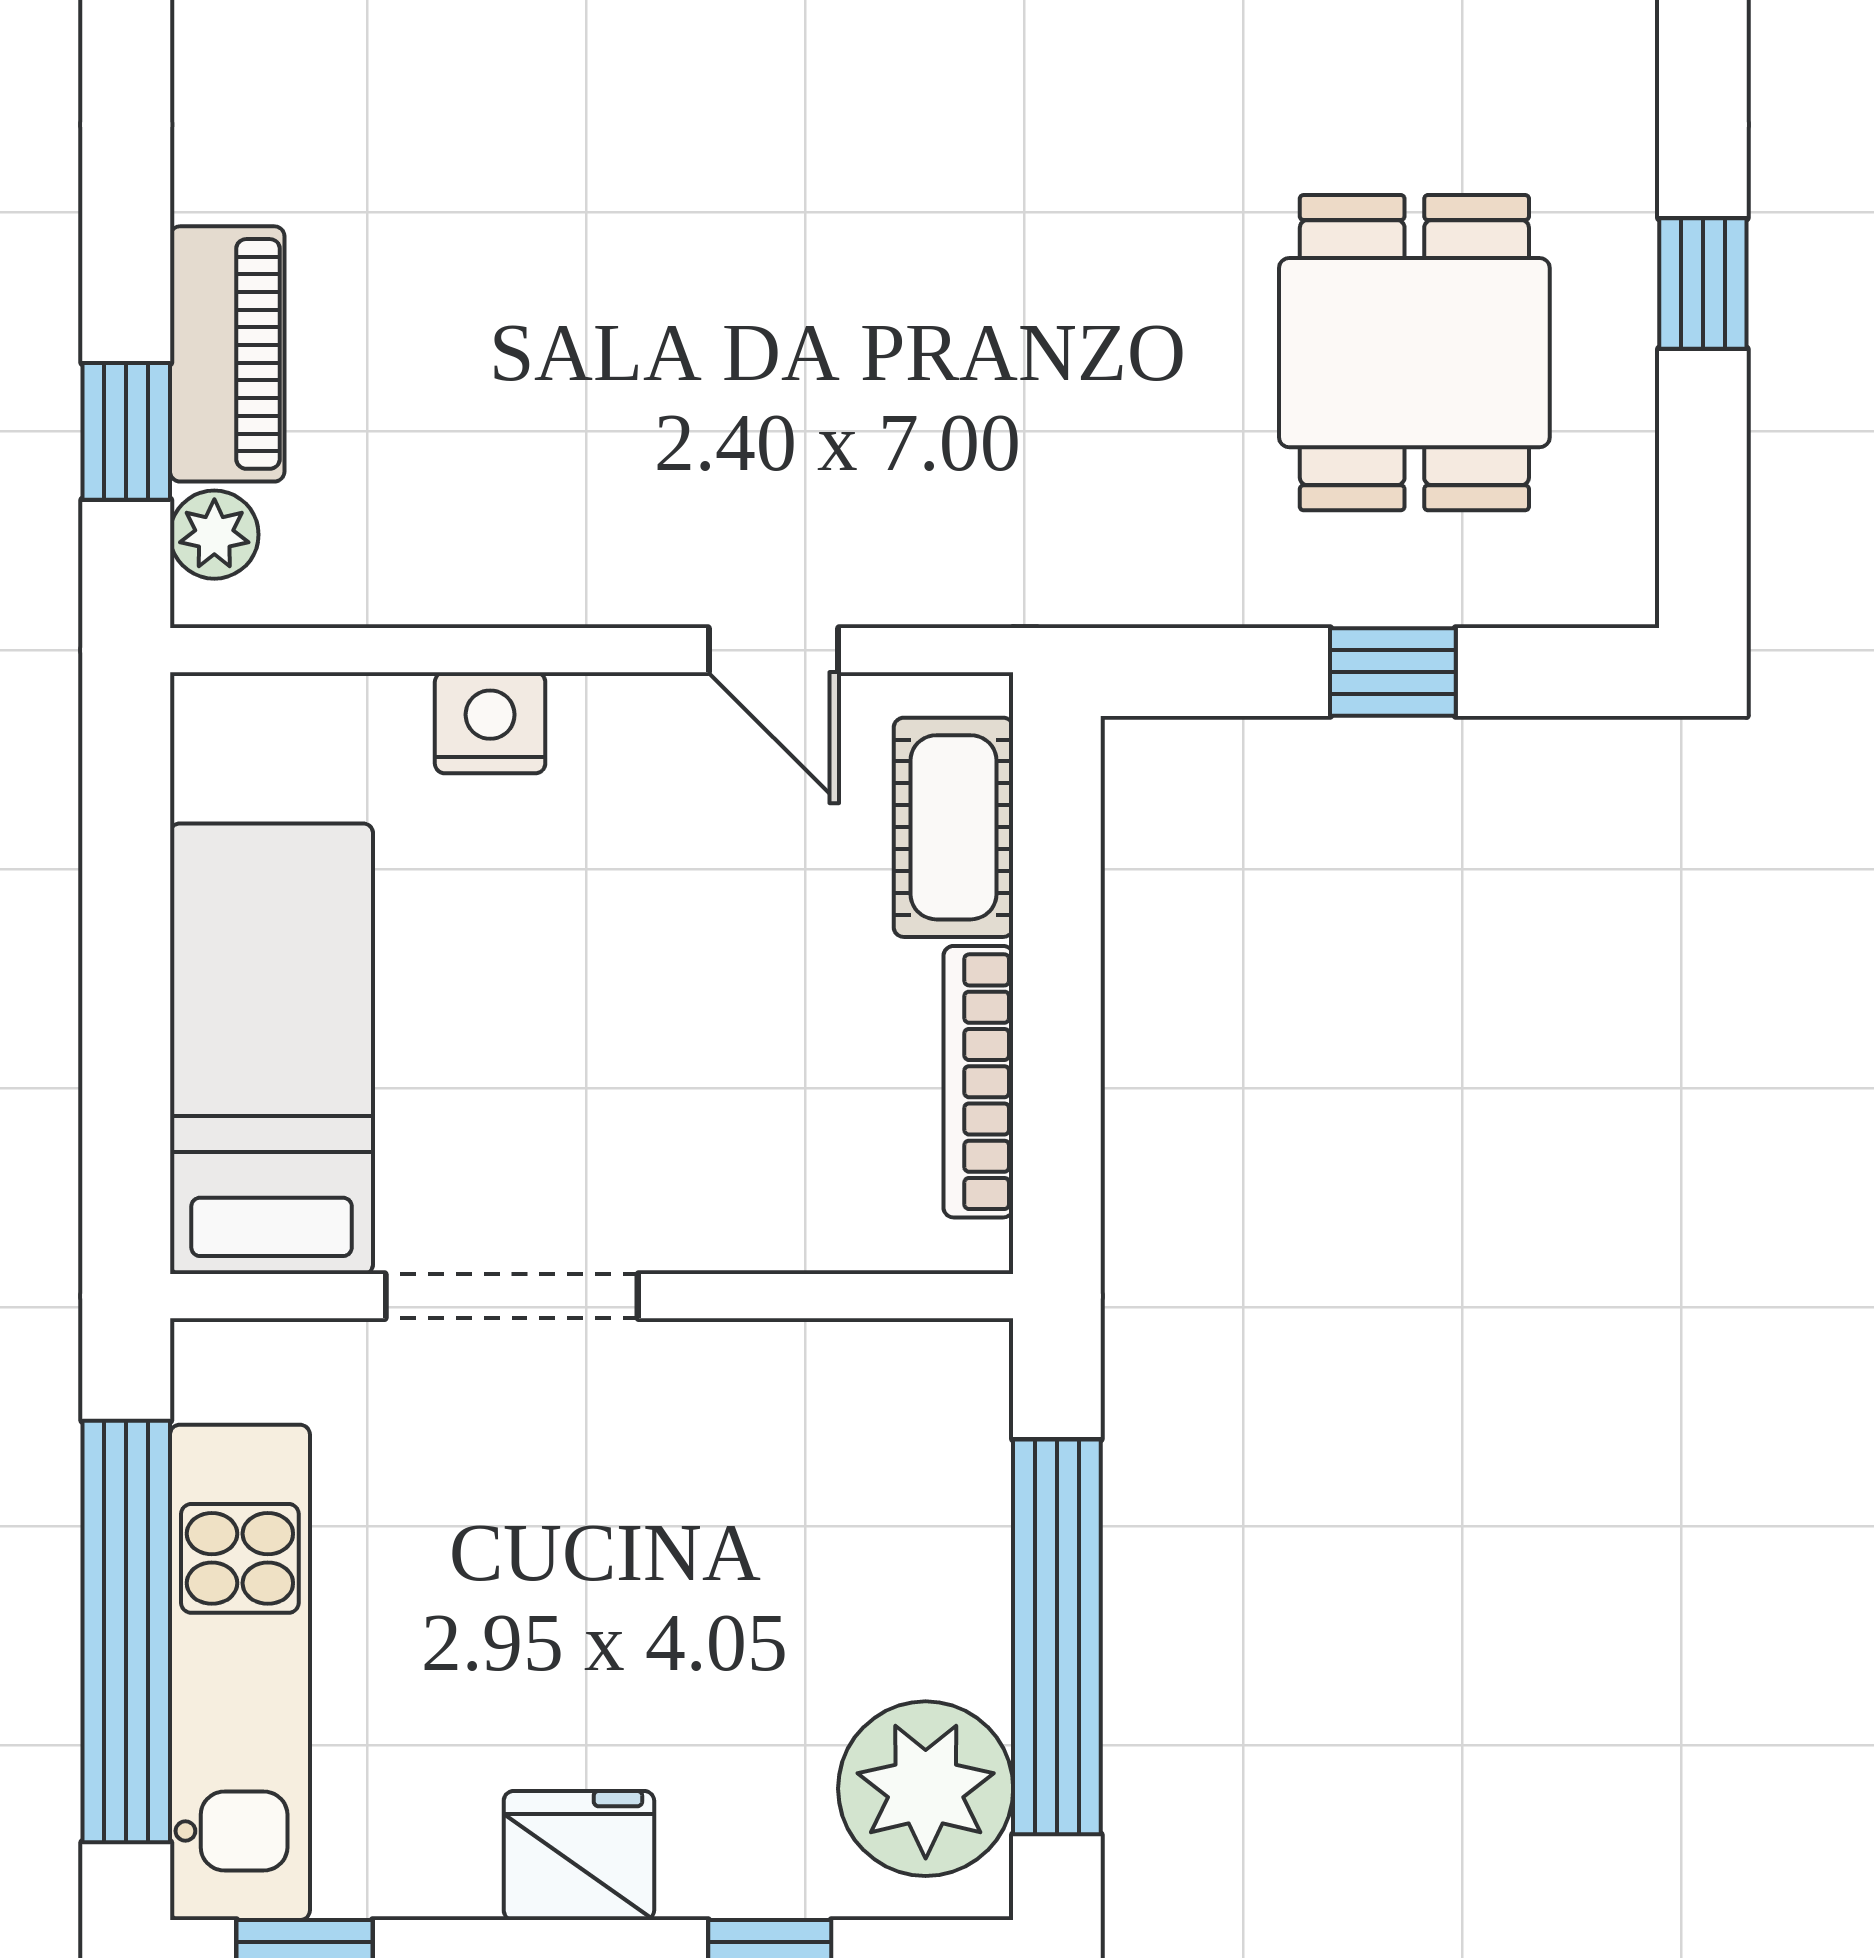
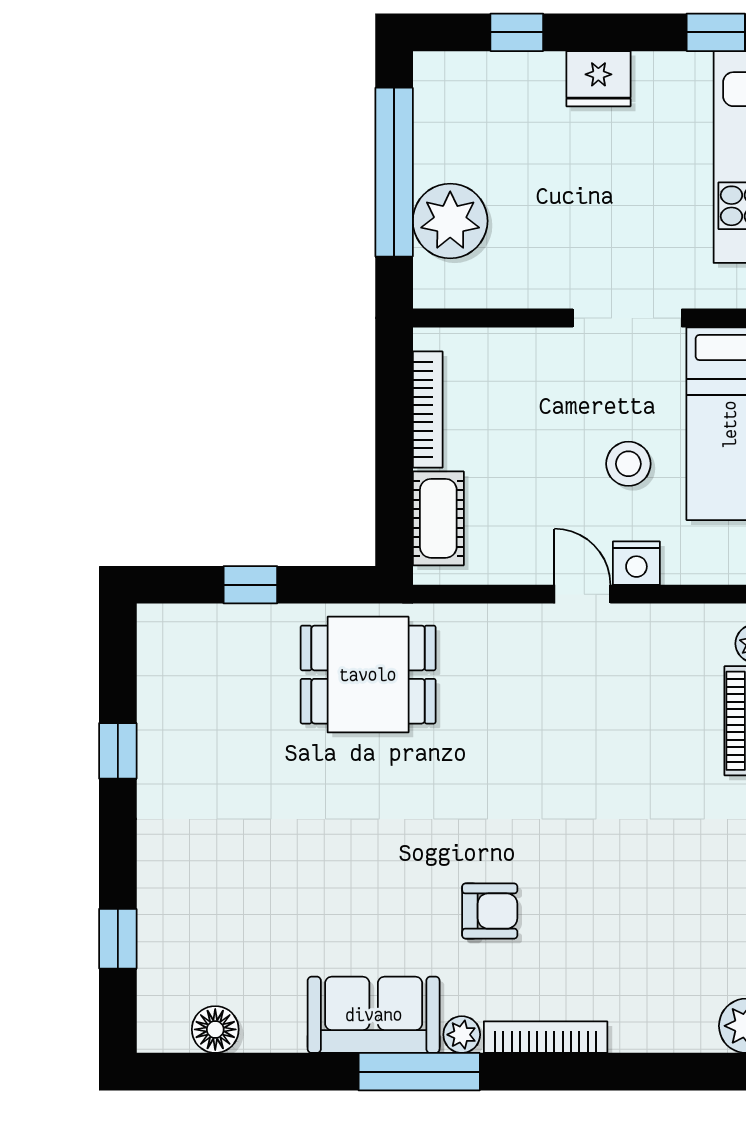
dining table: (1414, 353) -> (368, 675), moved, turned 90
door: (774, 650) -> (582, 594), moved
stool: (509, 955) -> (628, 464), added
plant: (926, 1789) -> (450, 221), moved

